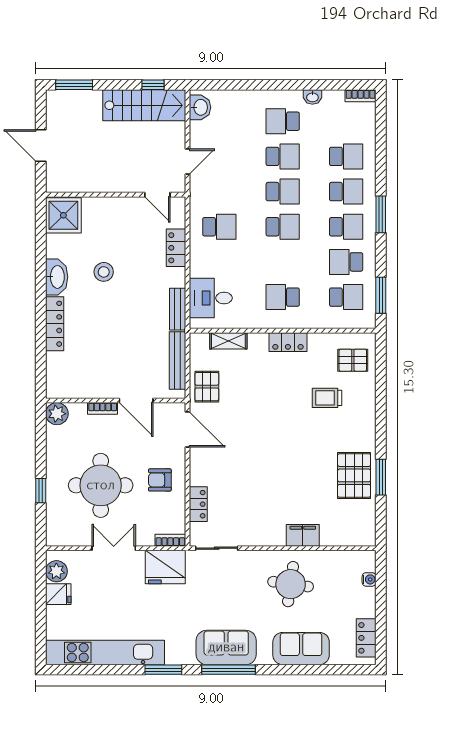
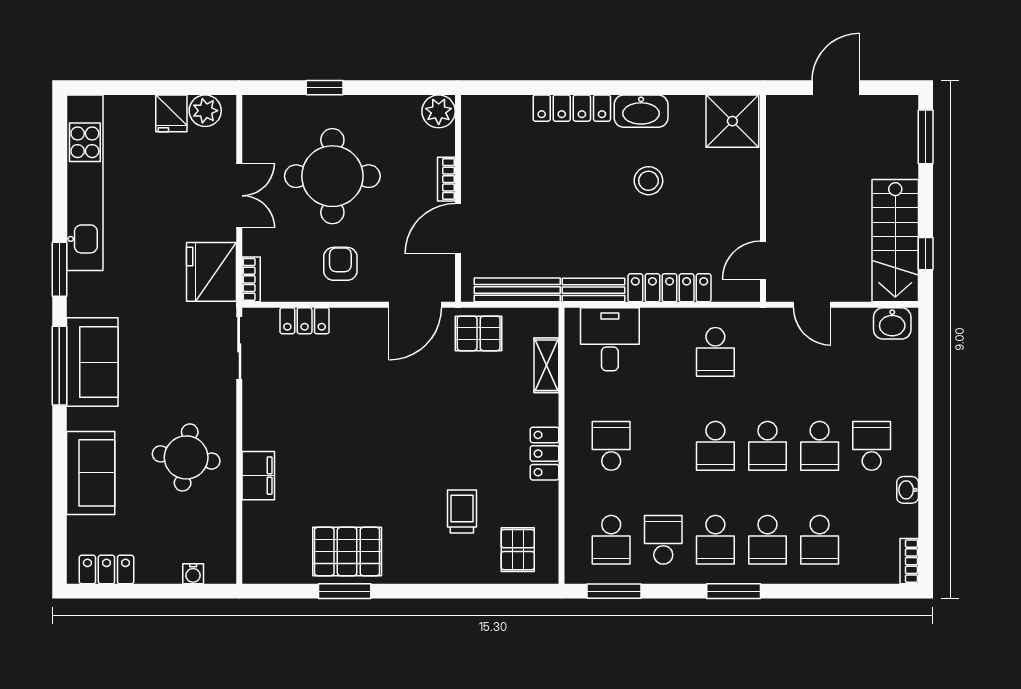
locker: (176, 248) -> (670, 288), width x1.53

